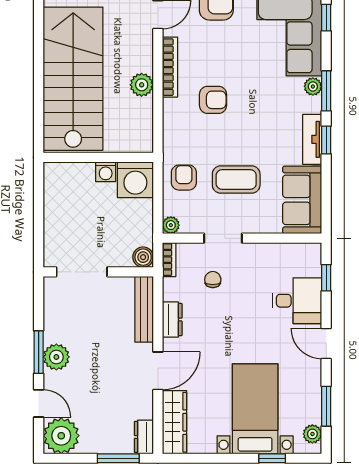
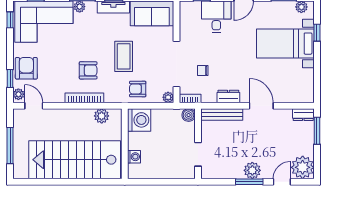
bookcase: (170, 67) -> (84, 98), moved
plant: (142, 85) -> (102, 116), moved
armchair: (213, 100) -> (88, 70), turned 90
washing machine: (106, 172) -> (134, 157), moved
coffee table: (236, 180) -> (124, 56), moved
doorway: (223, 238) -> (176, 64), width x1.88
doorway: (82, 272) -> (198, 154), width x0.73
wardrobe: (174, 422) -> (294, 95), removed

